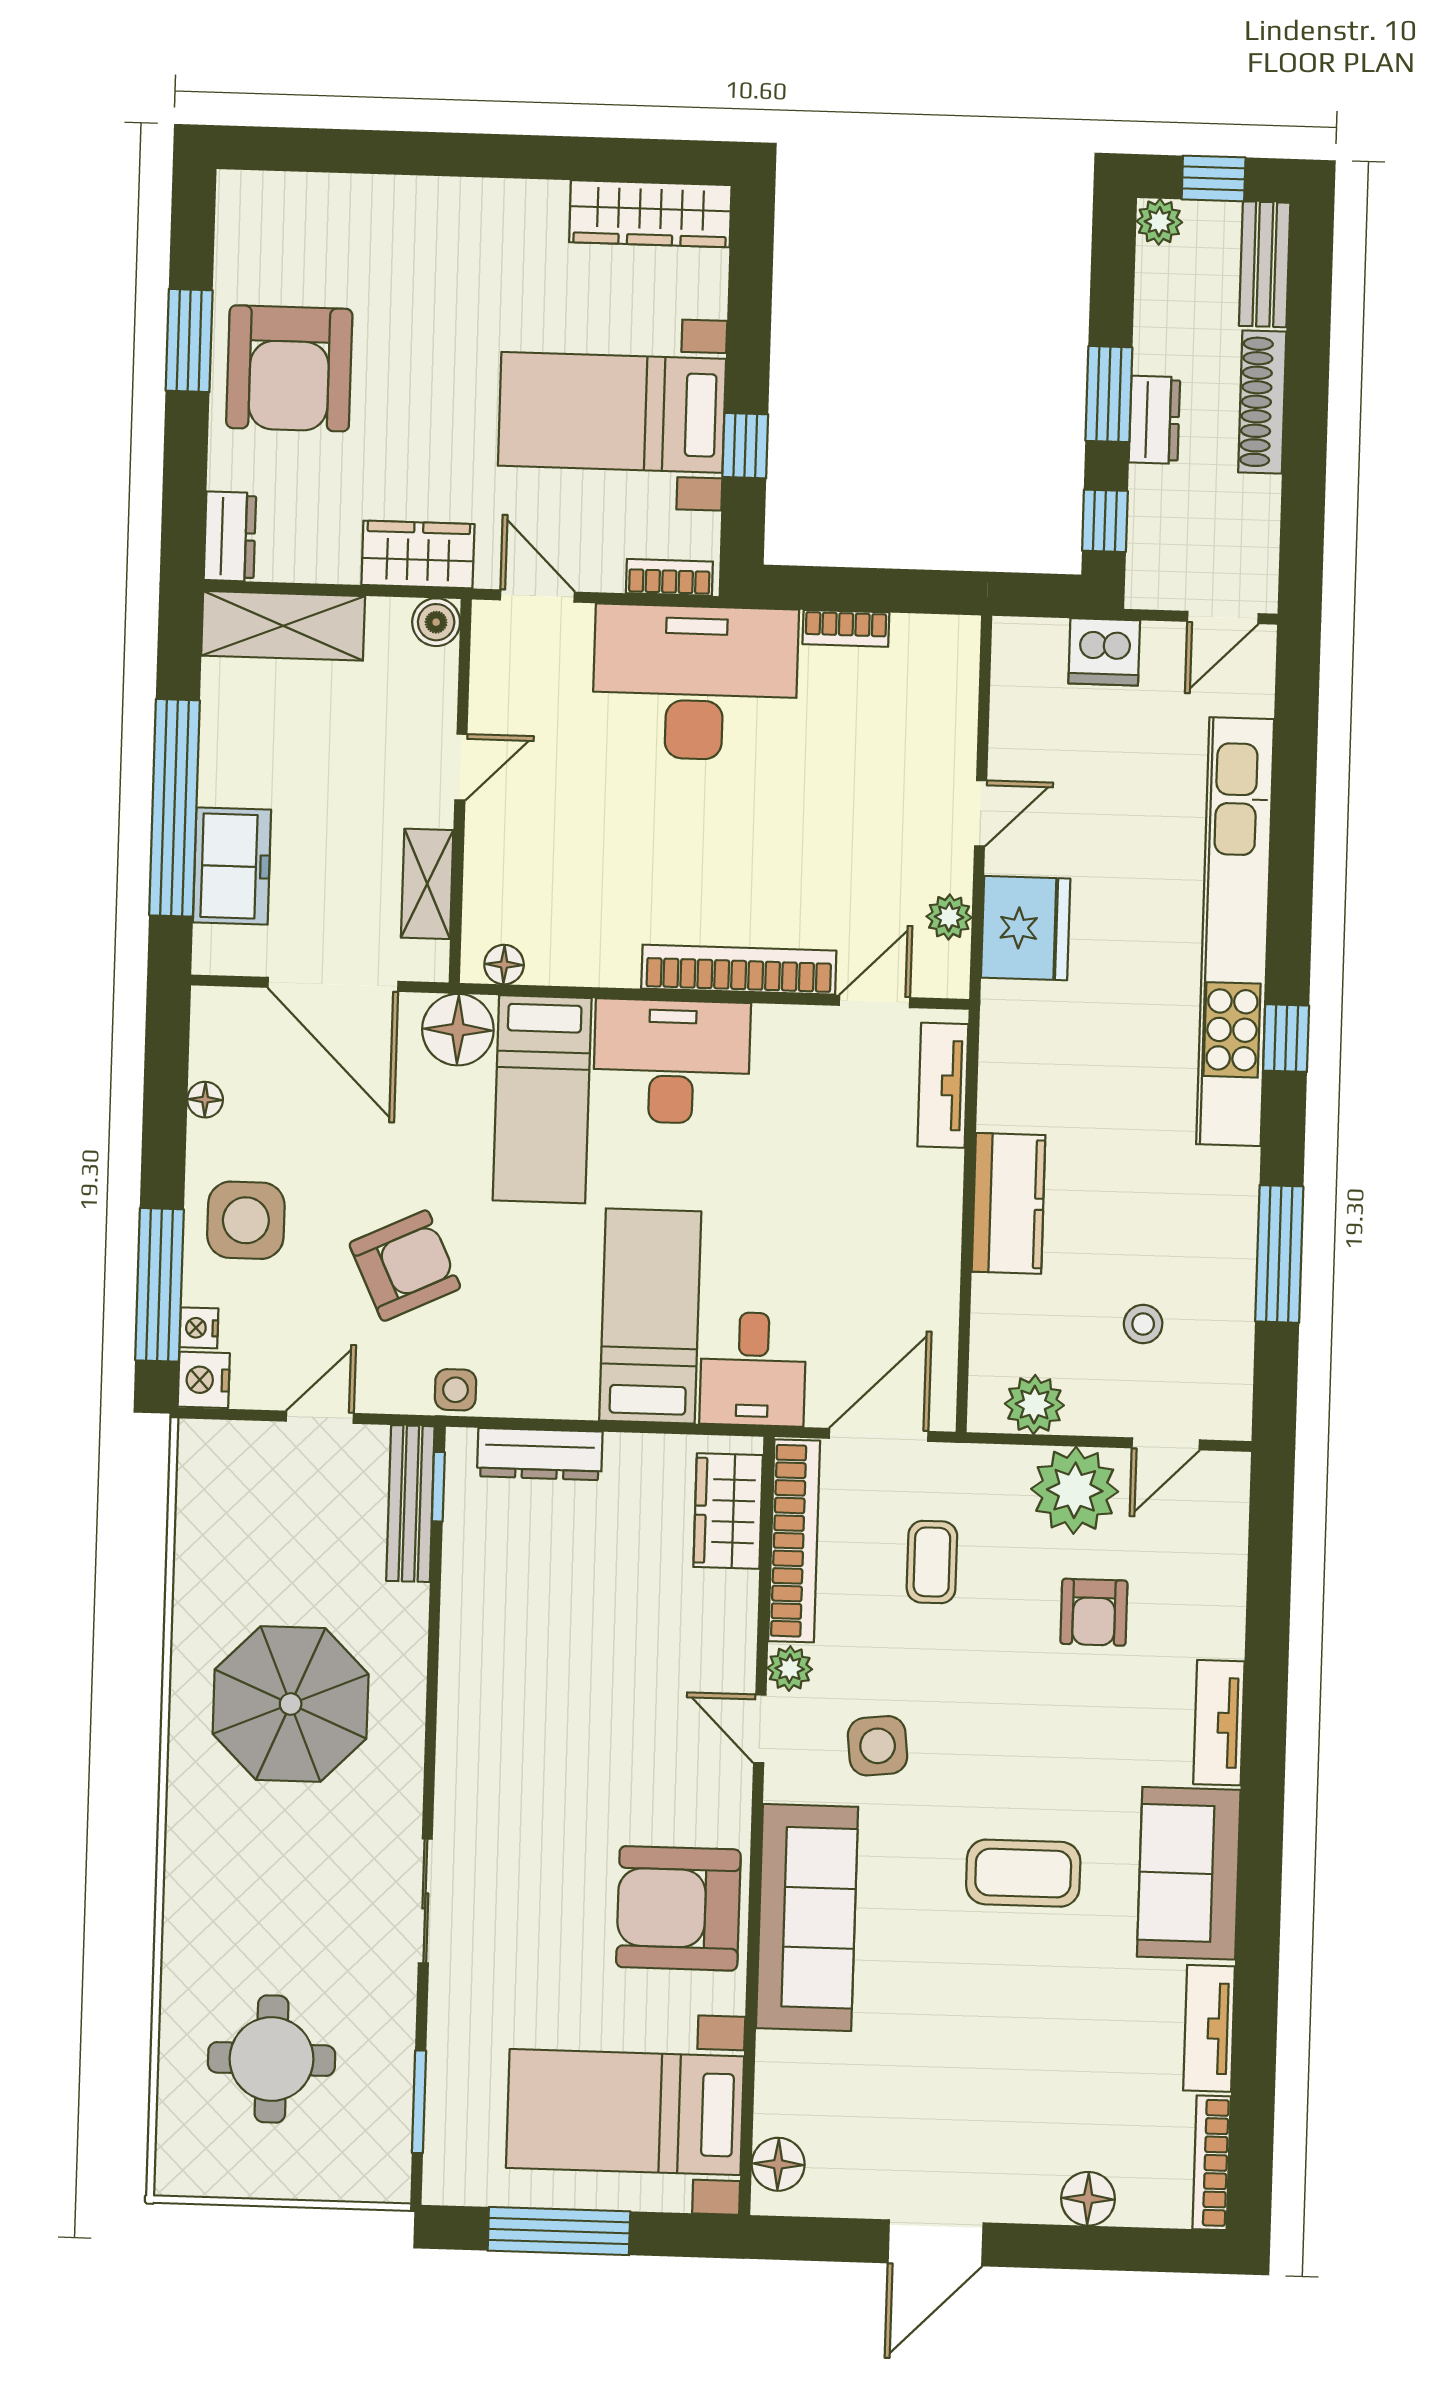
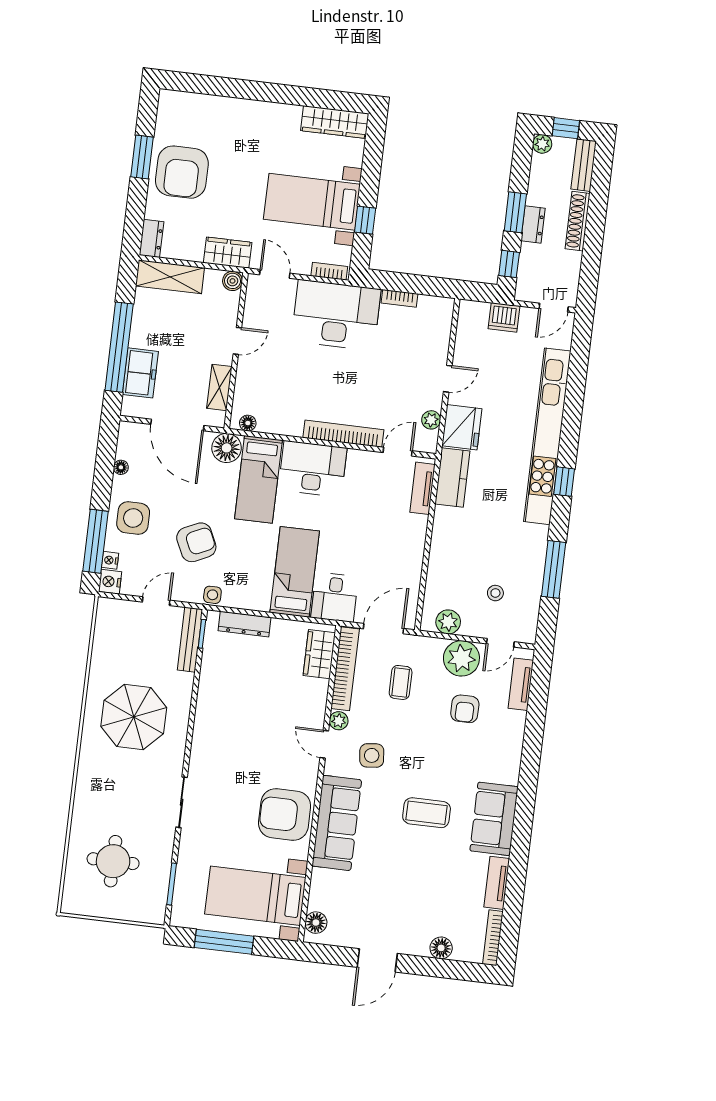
kitchen counter: (1009, 1203) -> (452, 478), moved
tv unit: (1219, 1723) -> (521, 684), moved

